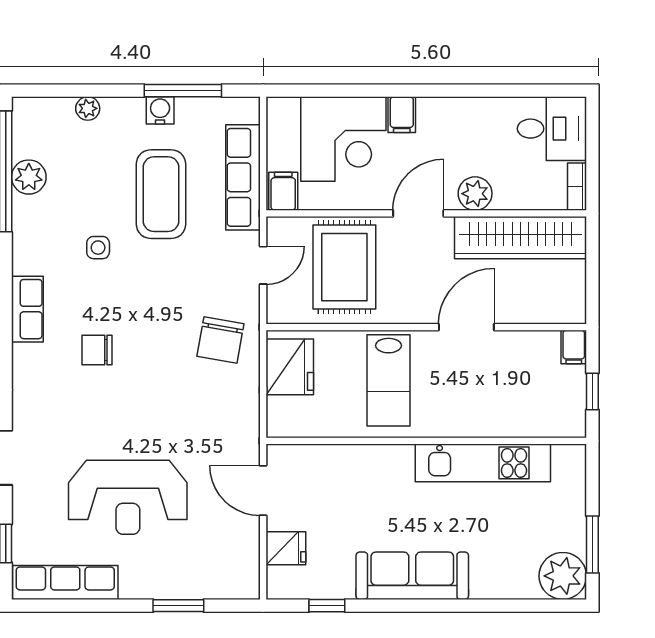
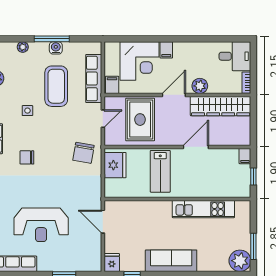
window: (183, 91) -> (52, 39), moved
fridge: (286, 548) -> (112, 263), moved, turned -90

